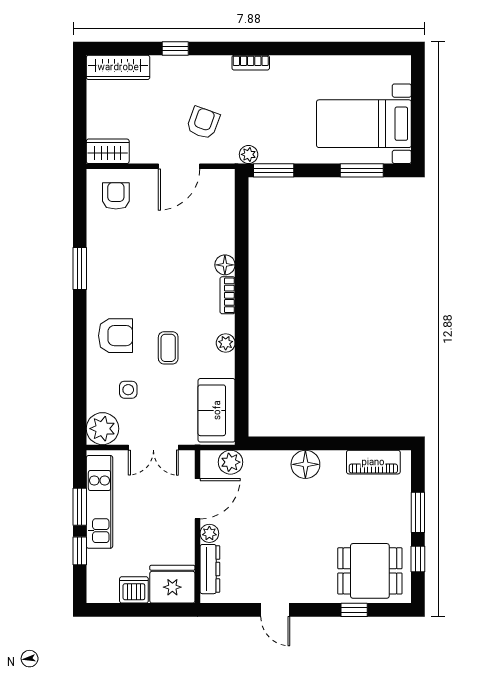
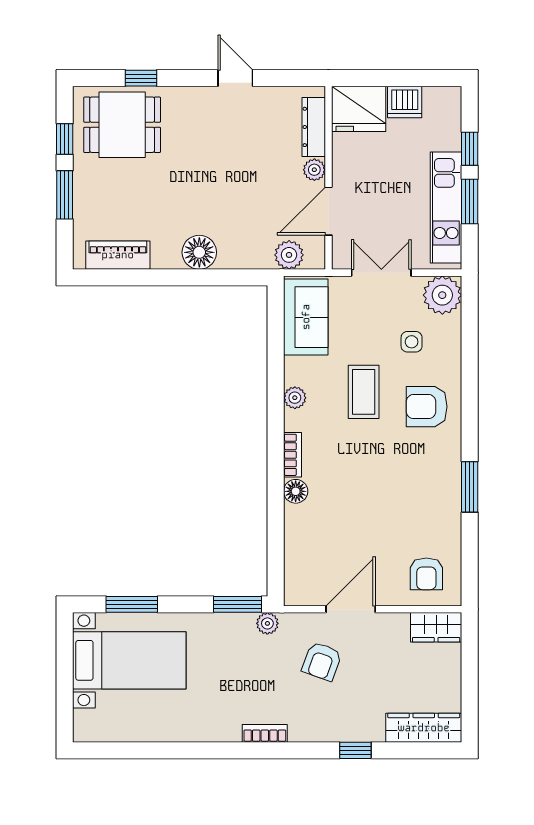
coffee table: (168, 348) -> (364, 392), width x1.36, depth x1.30

